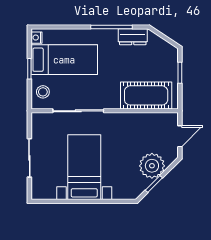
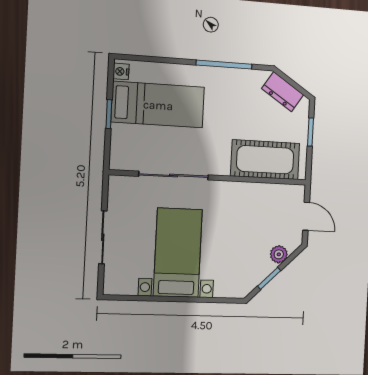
dresser: (133, 37) -> (283, 92), moved, turned 33
stool: (43, 92) -> (126, 147), removed
door: (180, 136) -> (306, 216), hinge flipped
plant: (152, 166) -> (279, 254), width x0.53, depth x0.53

